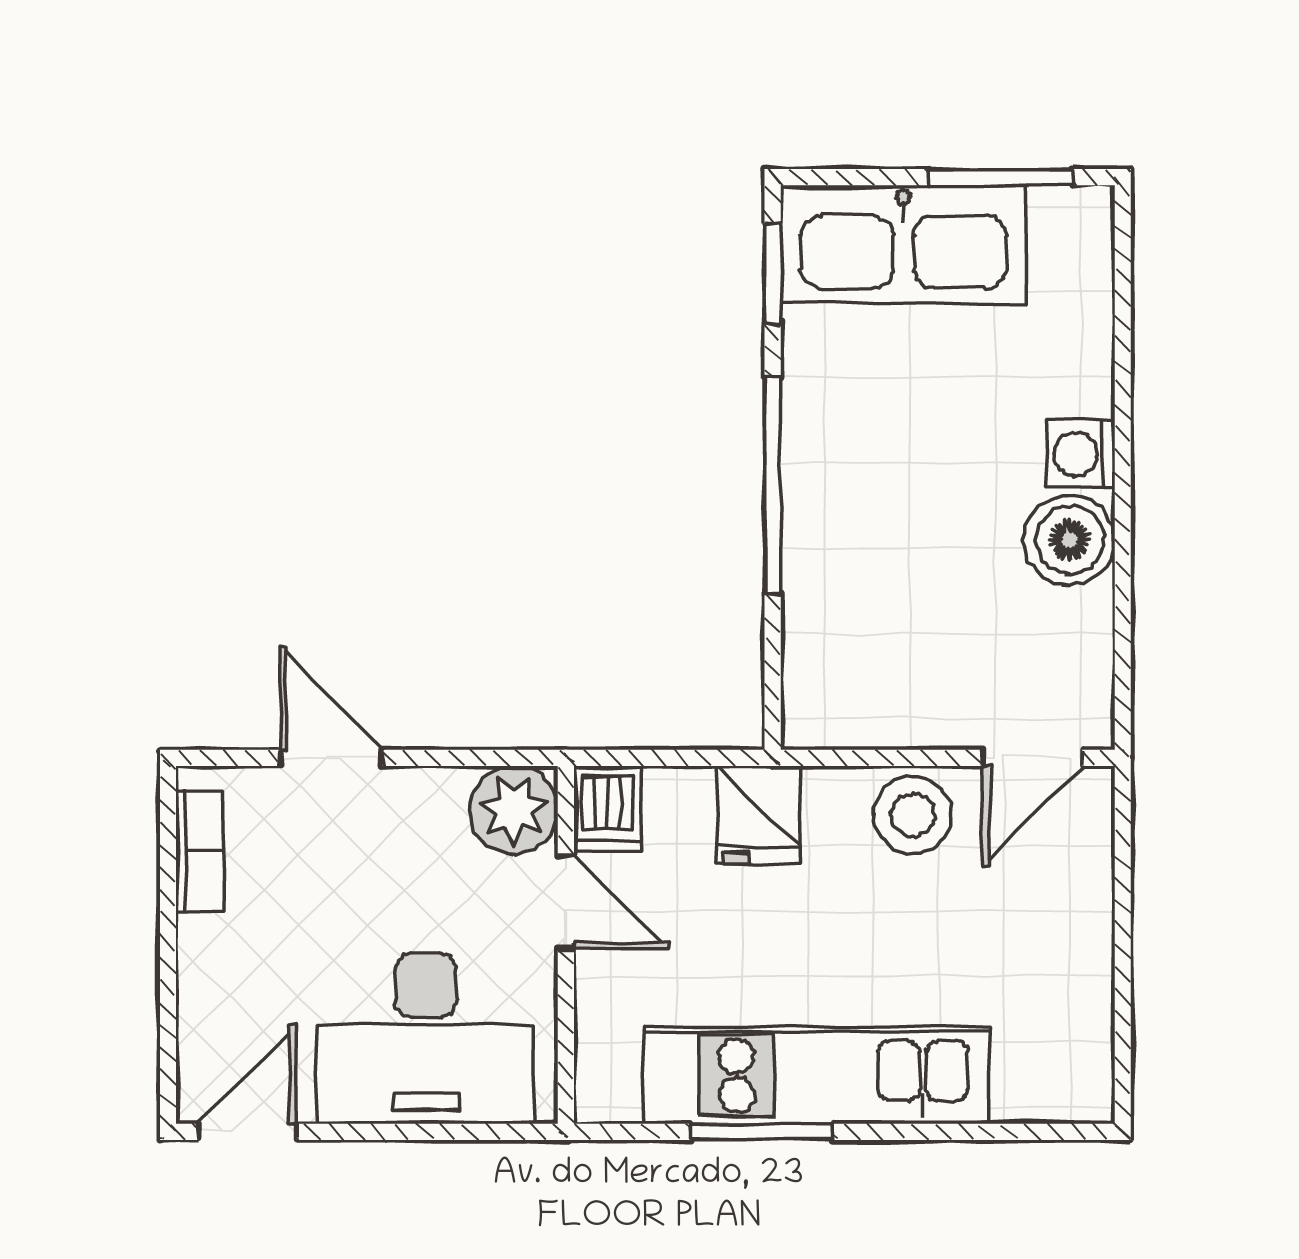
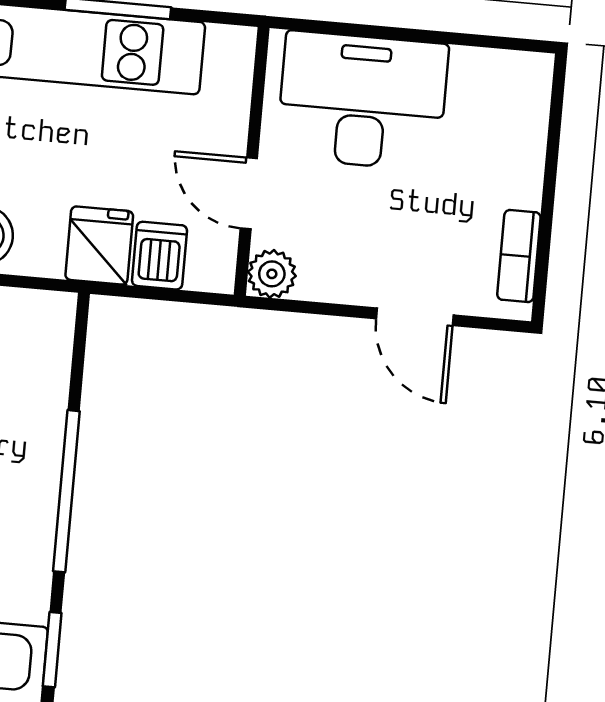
dishwasher: (607, 809) -> (160, 256), moved
plant: (514, 810) -> (272, 274), width x0.73, depth x0.73
door: (247, 1132) -> (502, 43), removed

